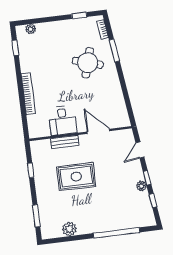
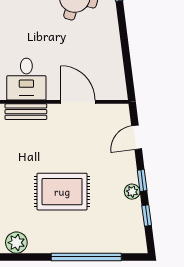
rug: (76, 177) -> (62, 192), moved

